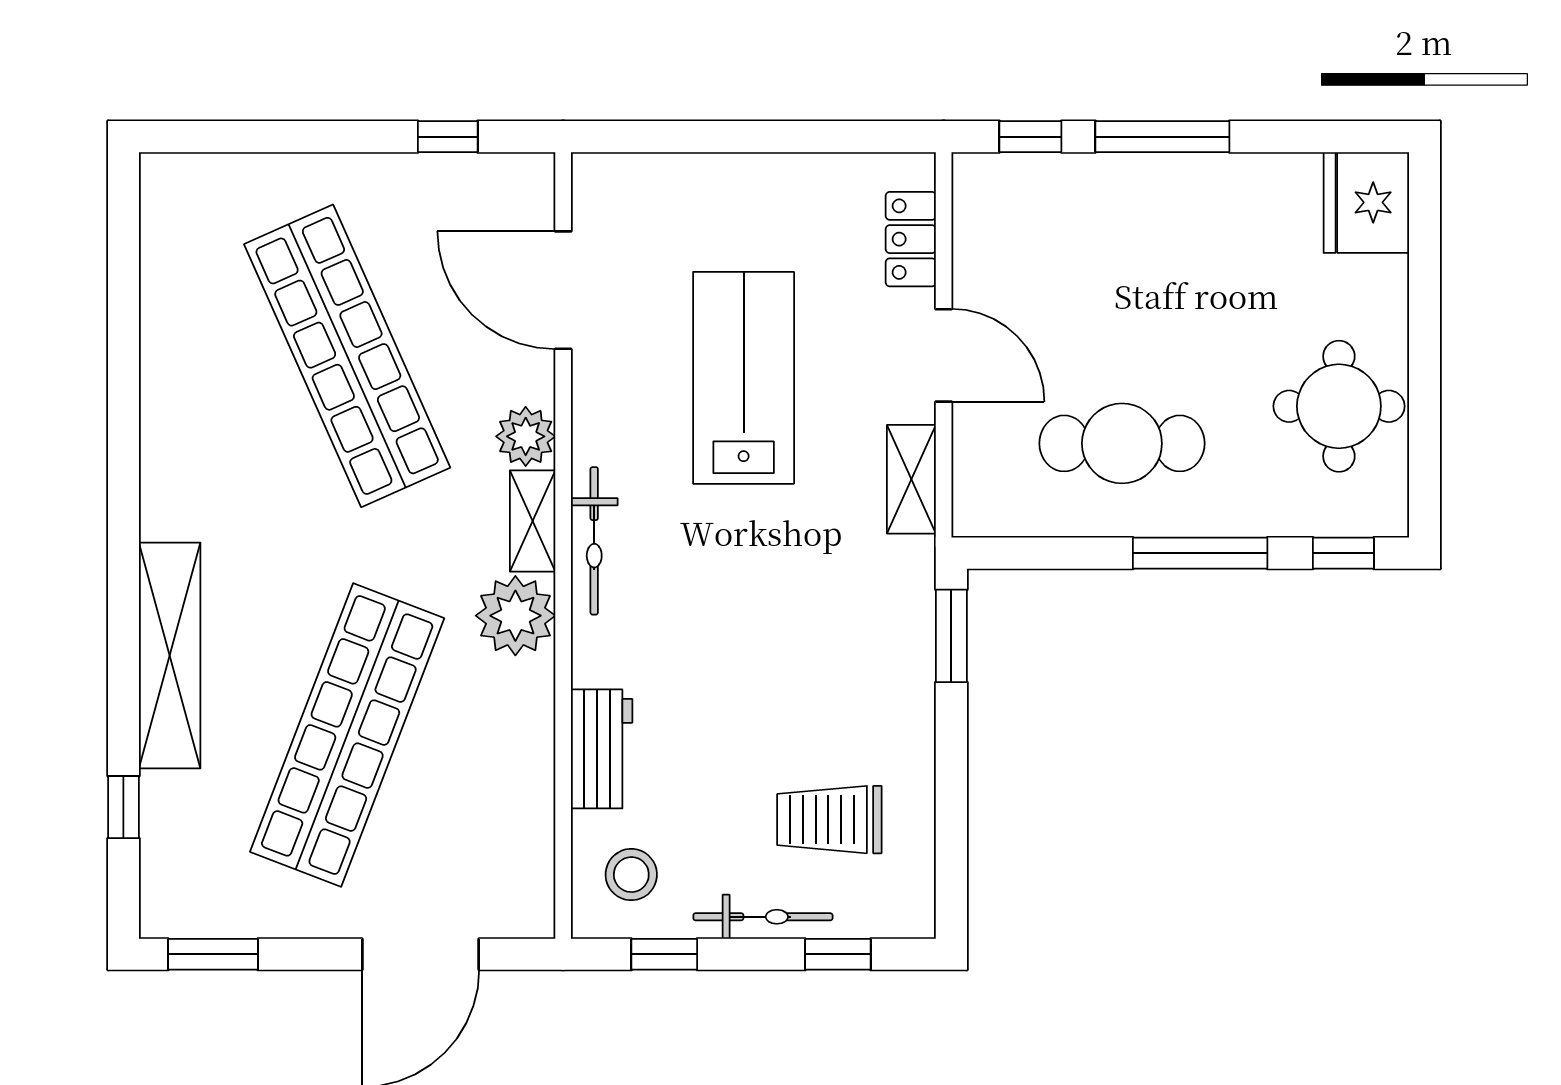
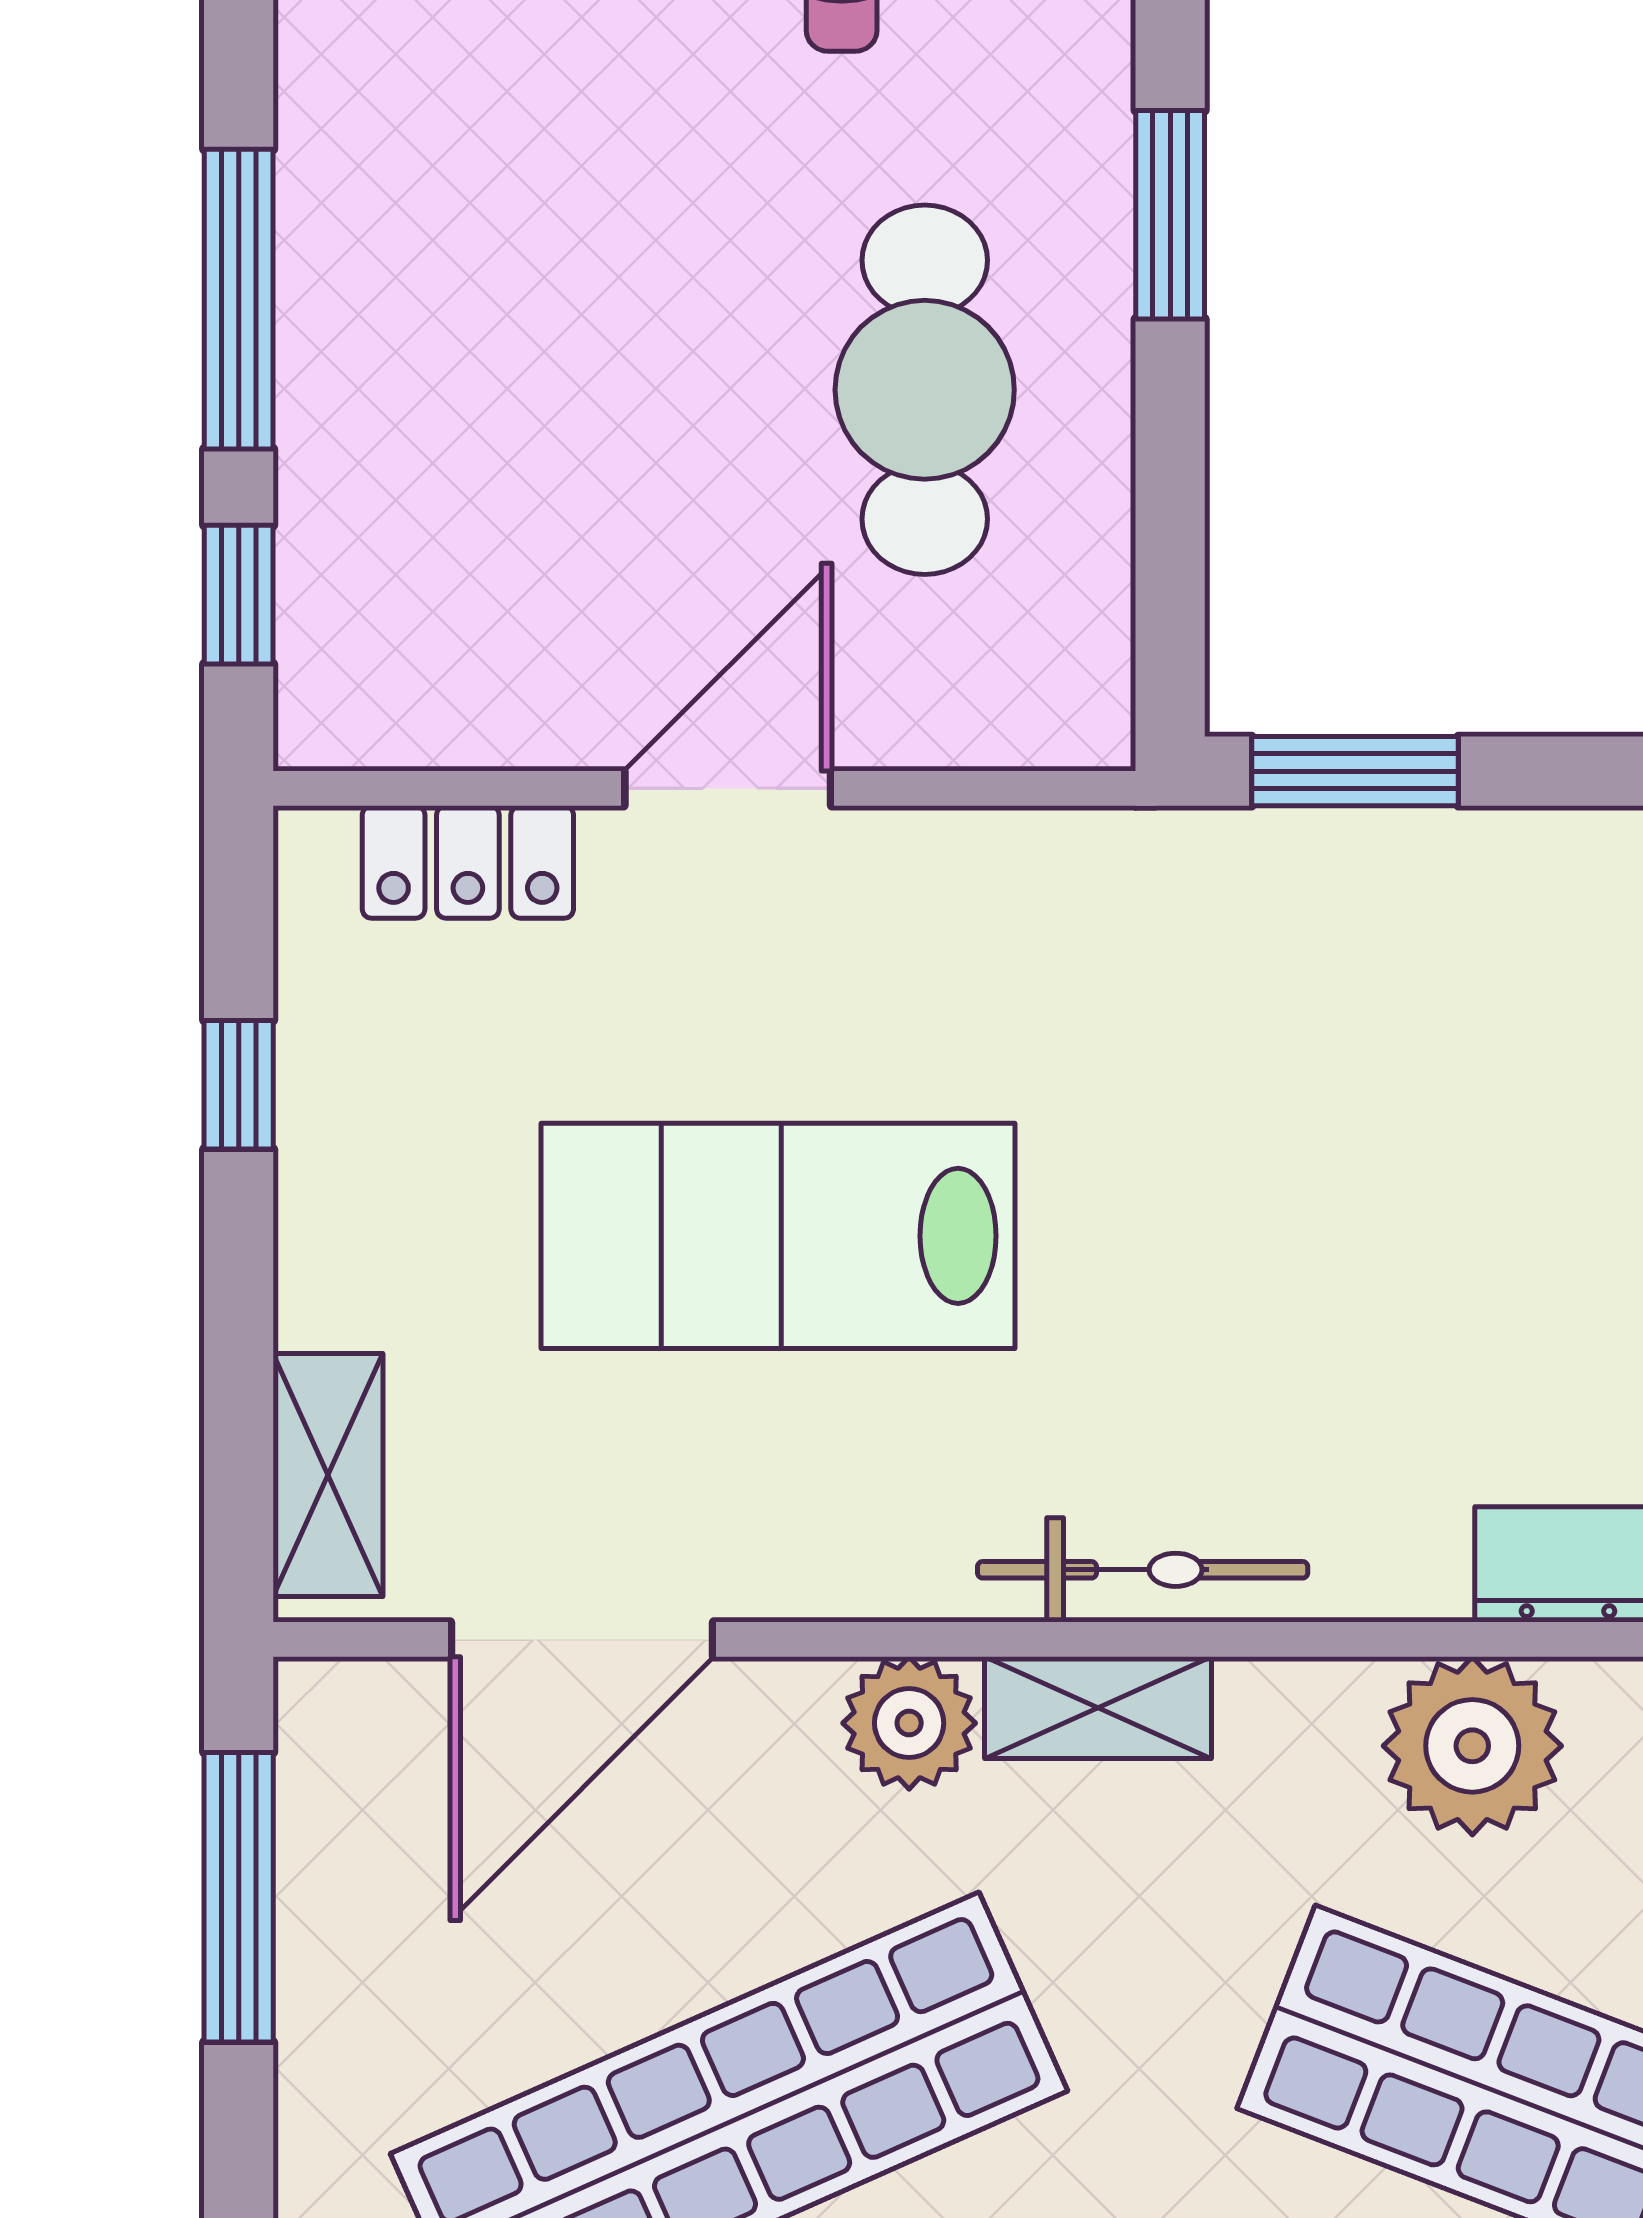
window: (448, 137) -> (239, 1897), width x2.17
window: (811, 137) -> (239, 1085), added
shelving: (911, 479) -> (328, 1475), moved, turned 90
window: (1200, 553) -> (1170, 215), width x0.69
plant: (515, 616) -> (1472, 1746), moved

